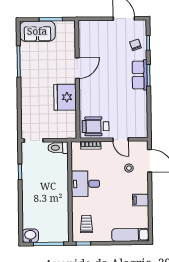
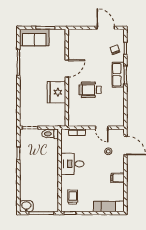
wheelchair: (96, 126) -> (90, 90), moved

